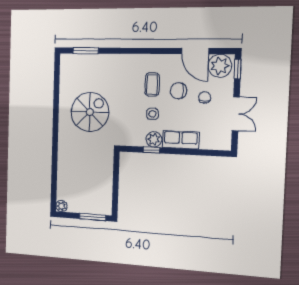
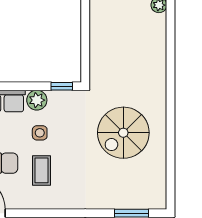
window: (151, 150) -> (62, 86), moved

